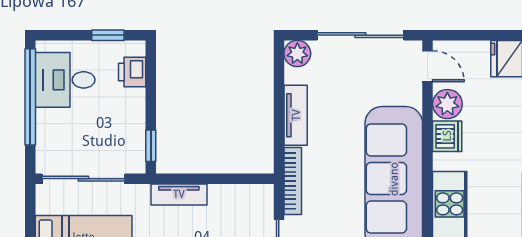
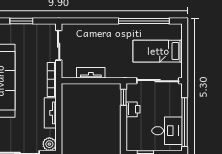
printer: (132, 72) -> (133, 109), moved
tv unit: (179, 194) -> (91, 73), moved

